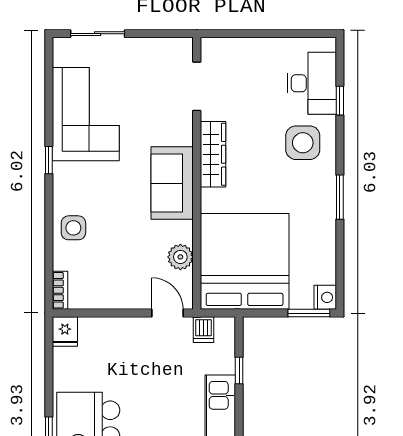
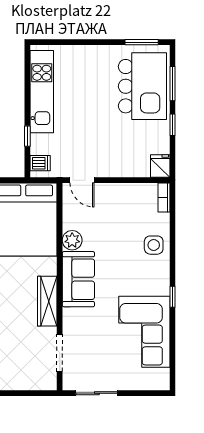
sliding door: (98, 34) -> (97, 393), moved
plant: (180, 257) -> (72, 240), moved
dishwasher: (204, 330) -> (40, 163), moved, turned 90
window: (49, 386) -> (172, 125), added

